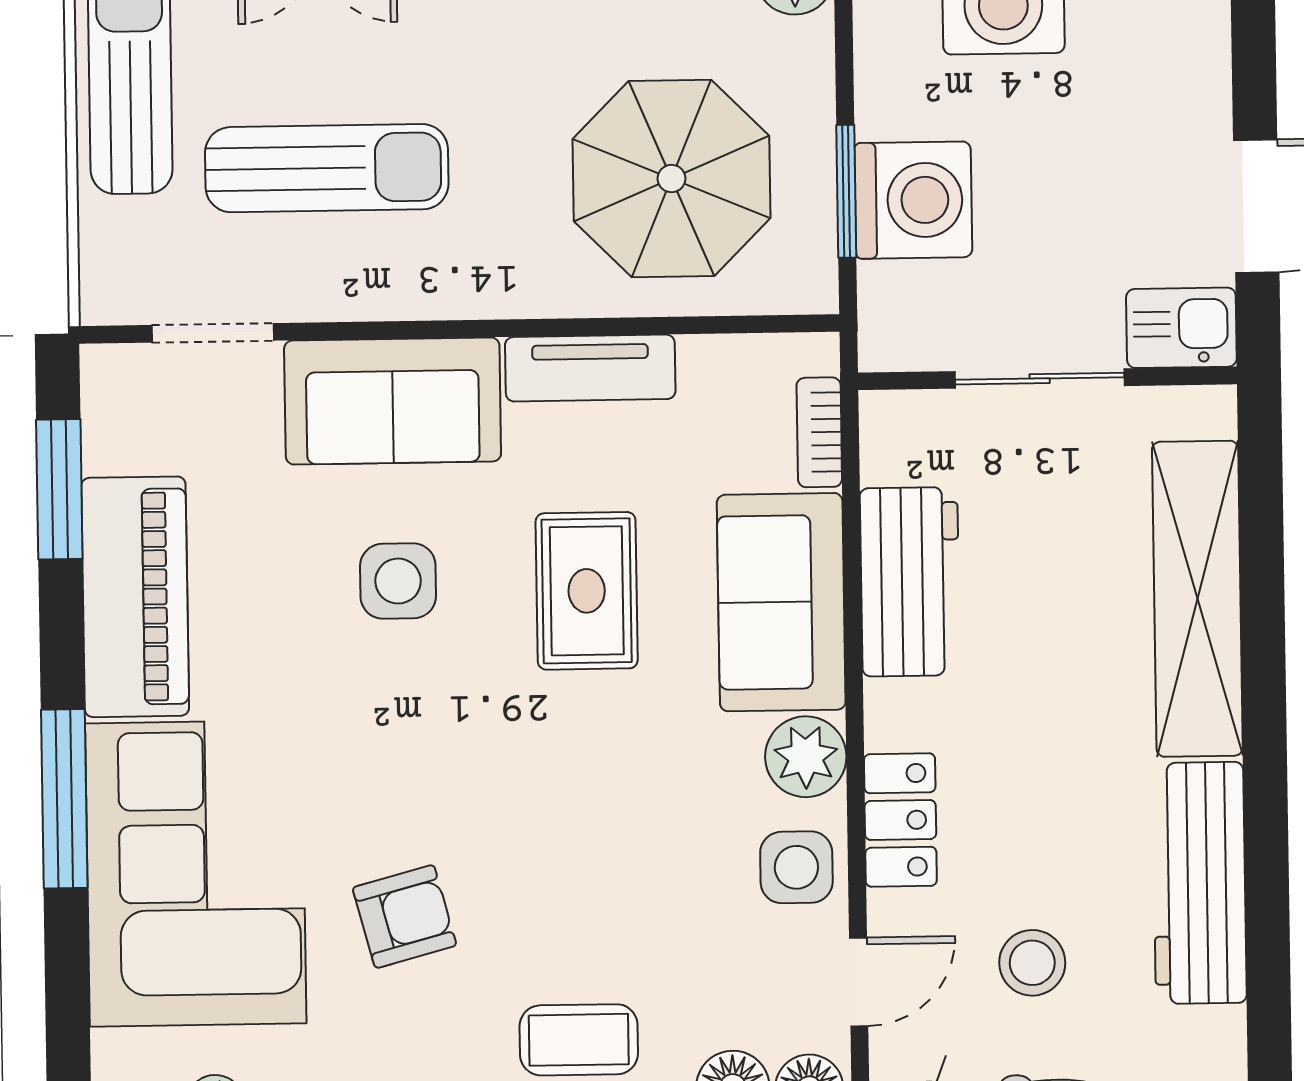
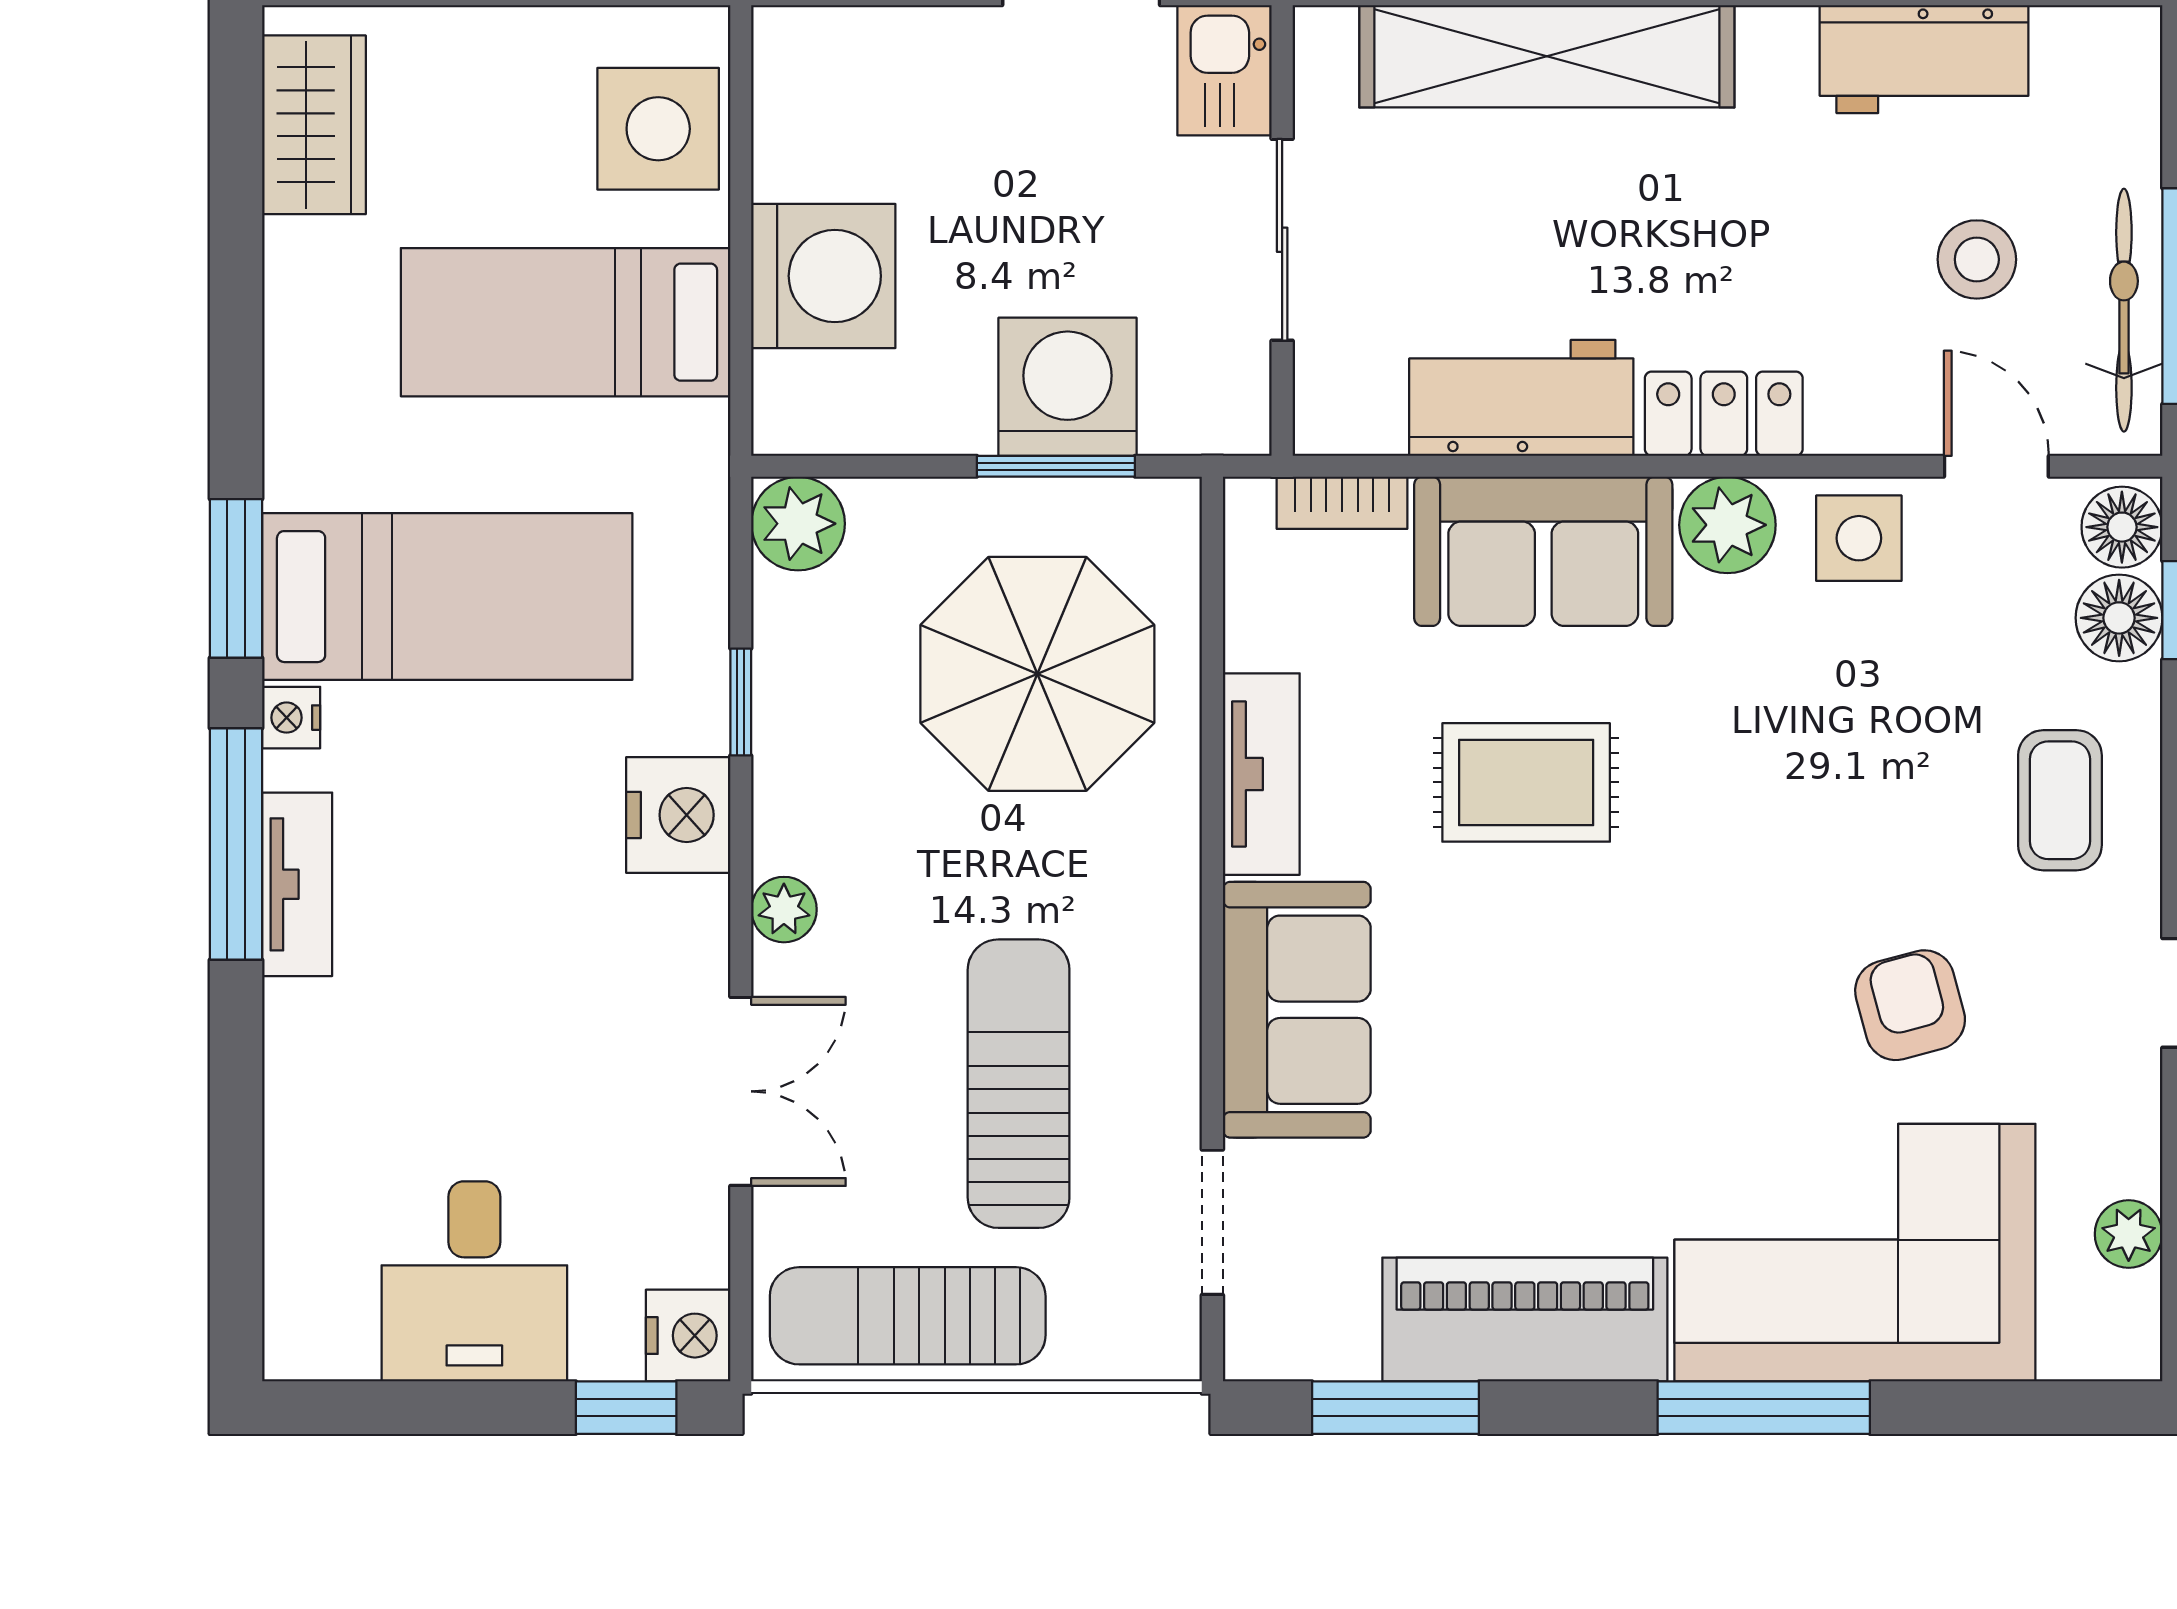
side table: (398, 581) -> (1511, 1007), removed
locker: (900, 820) -> (1724, 414), moved
workbench: (1199, 883) -> (1924, 59), width x0.73

